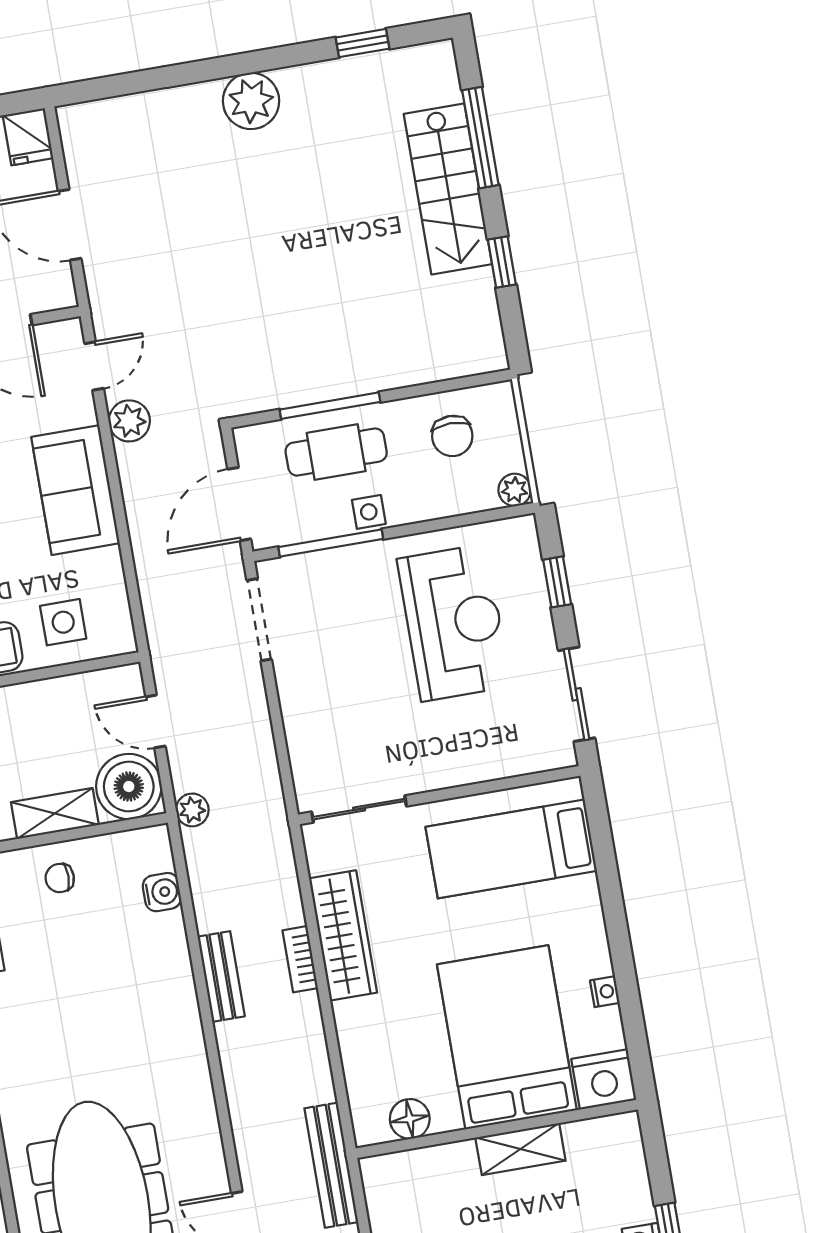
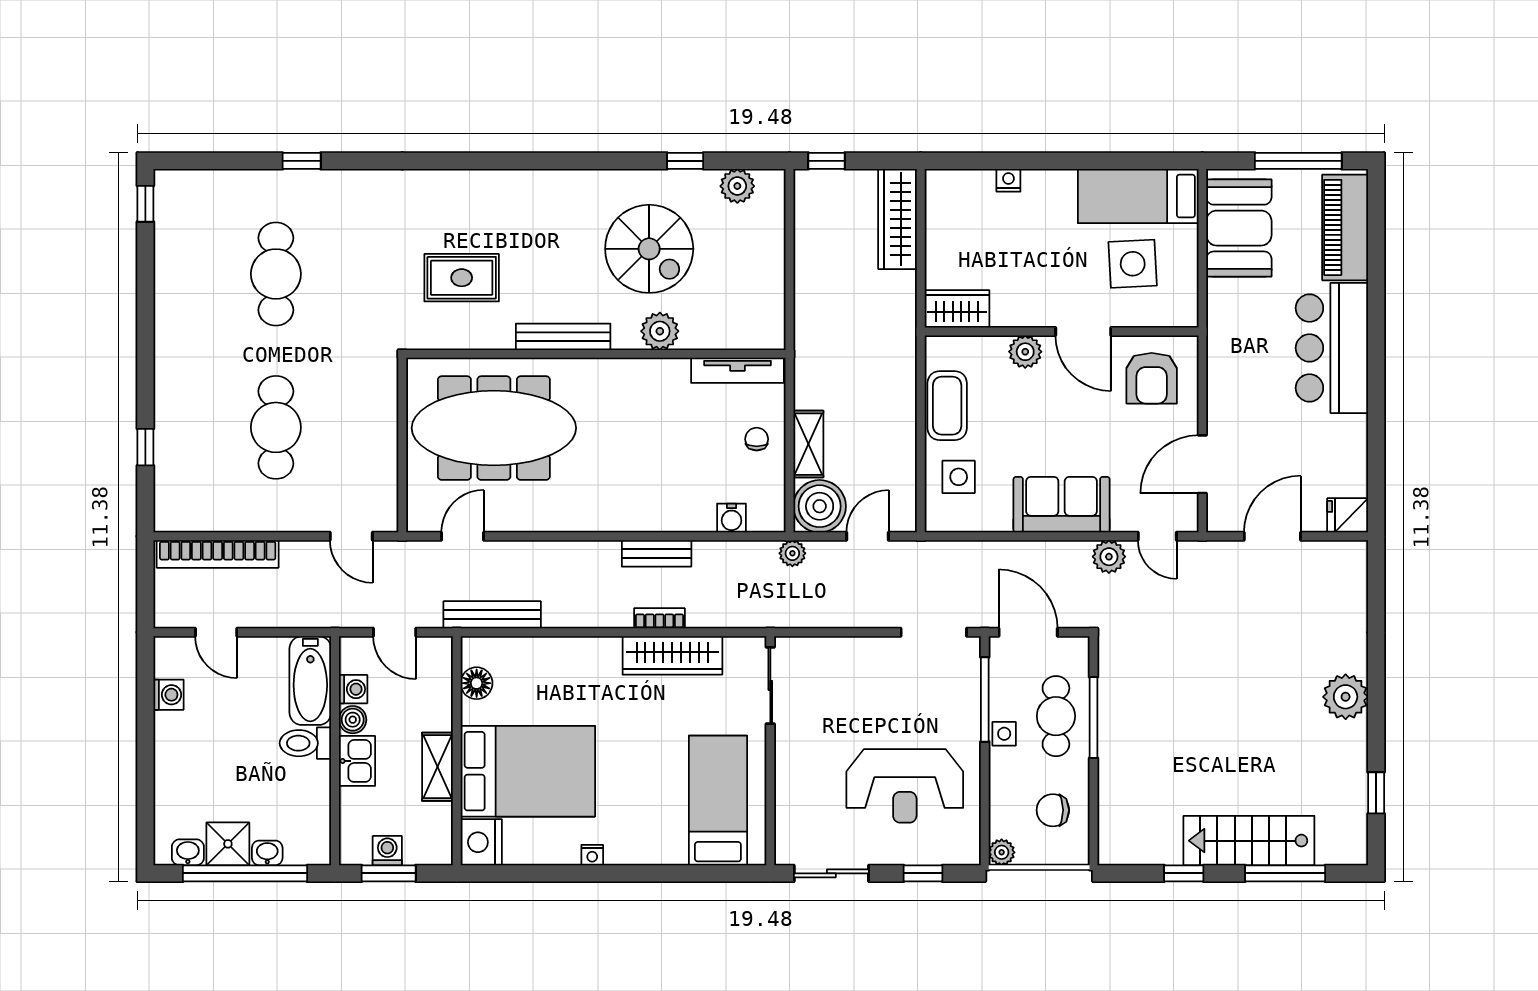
bed: (507, 1037) -> (528, 771), moved
nightstand: (604, 1079) -> (481, 842), moved
floor lamp: (410, 1119) -> (477, 683), moved
wall: (497, 1129) -> (457, 751), moved
shelving: (520, 1149) -> (437, 767), moved

